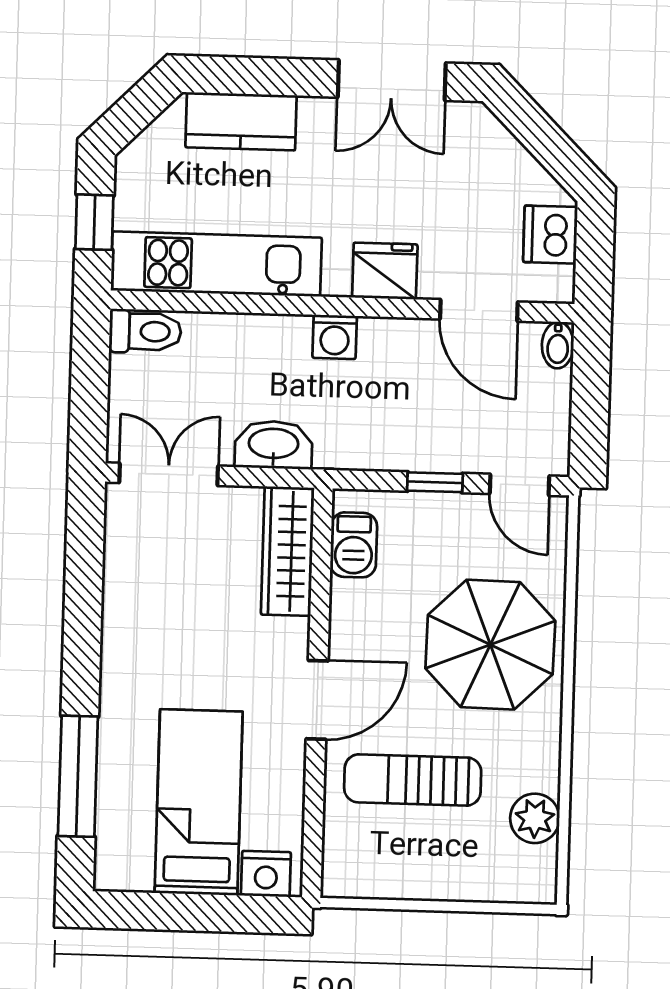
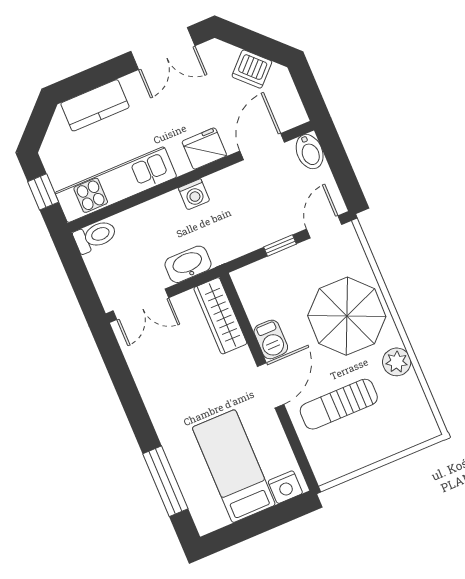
dishwasher: (550, 235) -> (252, 69), moved, turned -45
door: (479, 310) -> (262, 147), swing flipped
bidet: (558, 345) -> (310, 152), width x1.38, depth x1.36
double door: (169, 474) -> (141, 304), swing flipped
door: (520, 485) -> (324, 227), swing flipped
barbecue: (354, 545) -> (271, 339), moved
plant: (535, 818) -> (397, 362), moved

